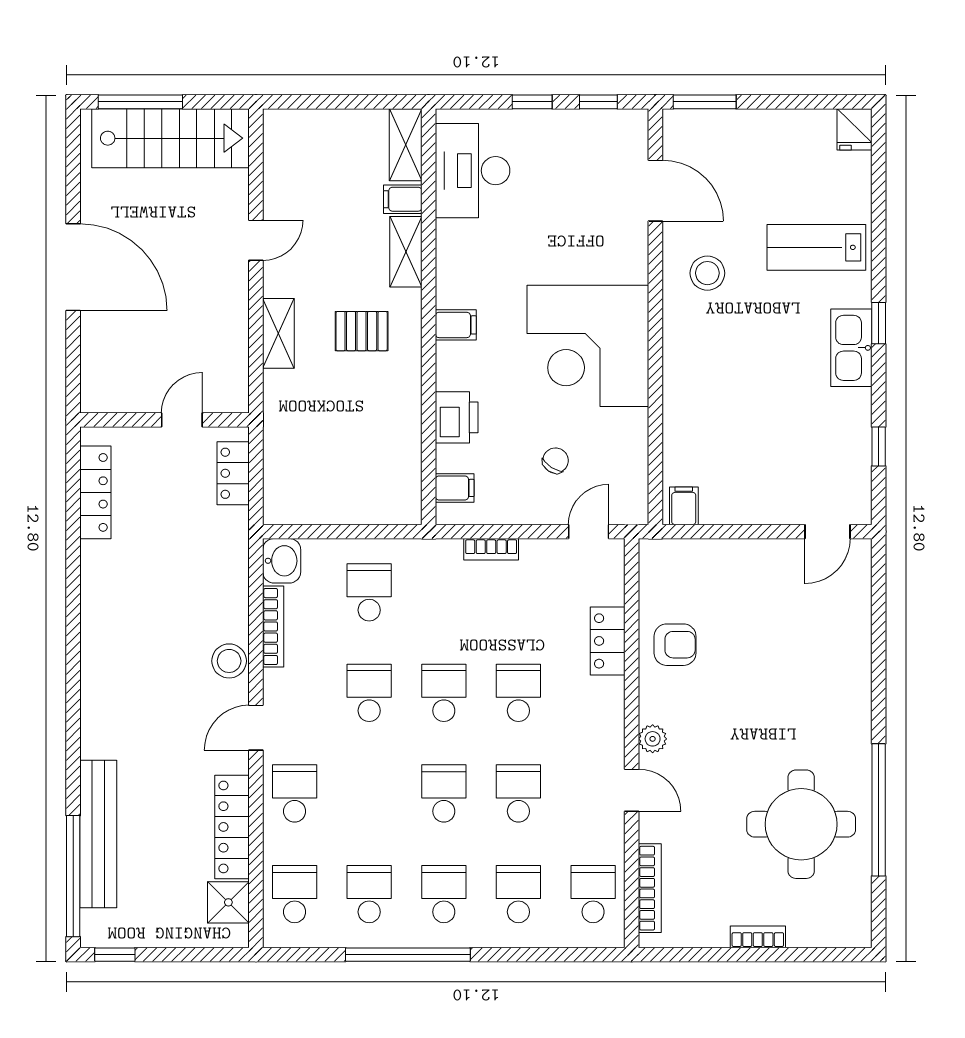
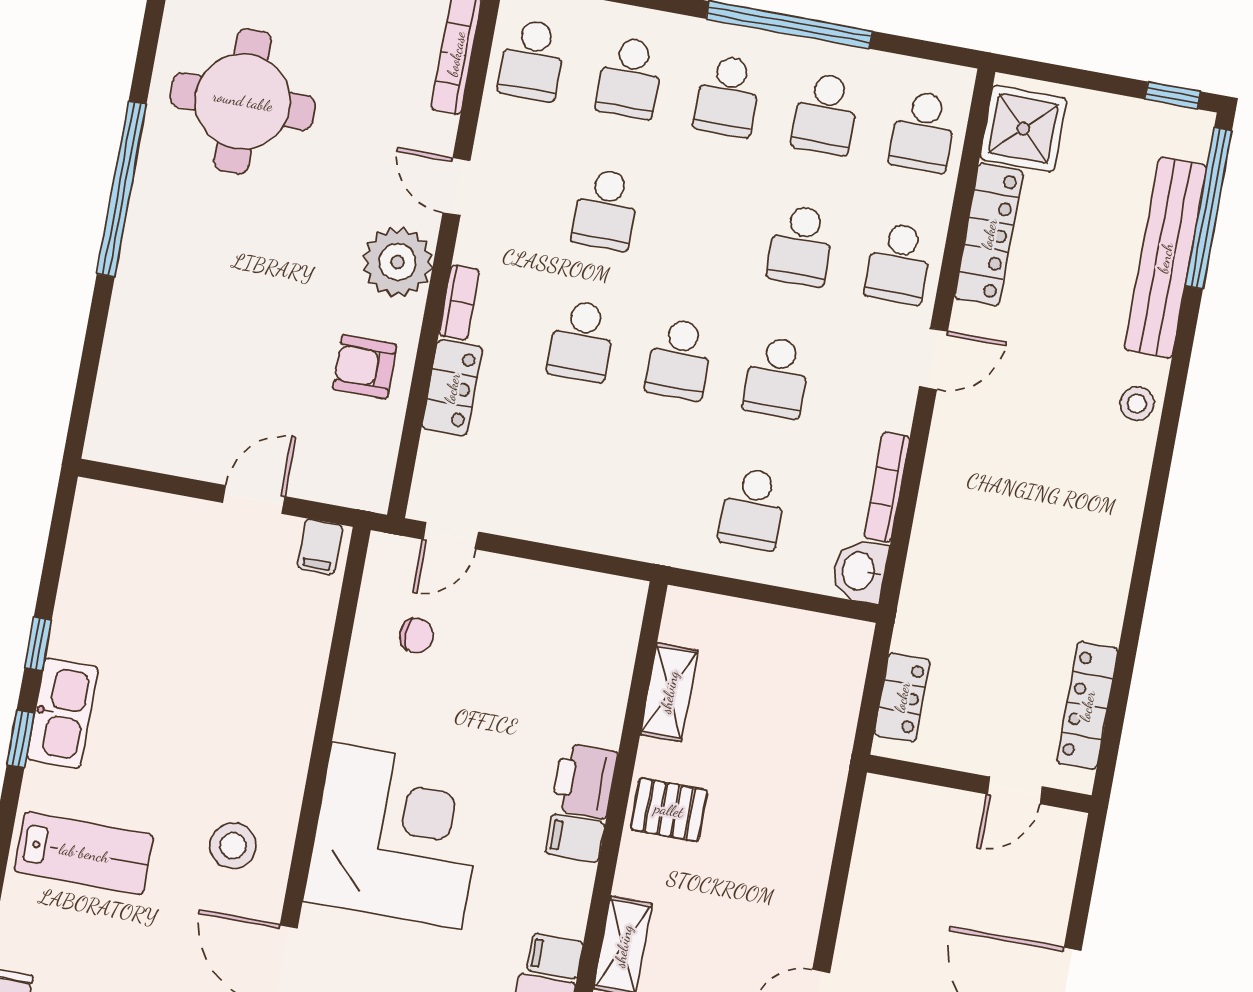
pallet: (362, 331) -> (669, 810), moved
shelving: (278, 333) -> (669, 692), moved
corner desk: (588, 346) -> (397, 836), moved
printer: (457, 417) -> (584, 781), moved
door: (182, 420) -> (1015, 790), moved
window: (879, 446) -> (38, 644), moved
chair: (555, 461) -> (417, 635), moved, turned -123
filing cabinet: (455, 488) -> (555, 956), moved
door: (827, 532) -> (254, 499), moved
bookcase: (491, 549) -> (459, 302), moved, turned 90
stool: (229, 661) -> (1137, 404), moved, width x0.73, depth x0.73
plant: (653, 739) -> (398, 262), width x1.87, depth x1.87
school desk: (444, 793) -> (801, 245), moved
window: (879, 810) -> (122, 189), moved
shower: (228, 902) -> (1023, 129), width x1.36, depth x1.36

